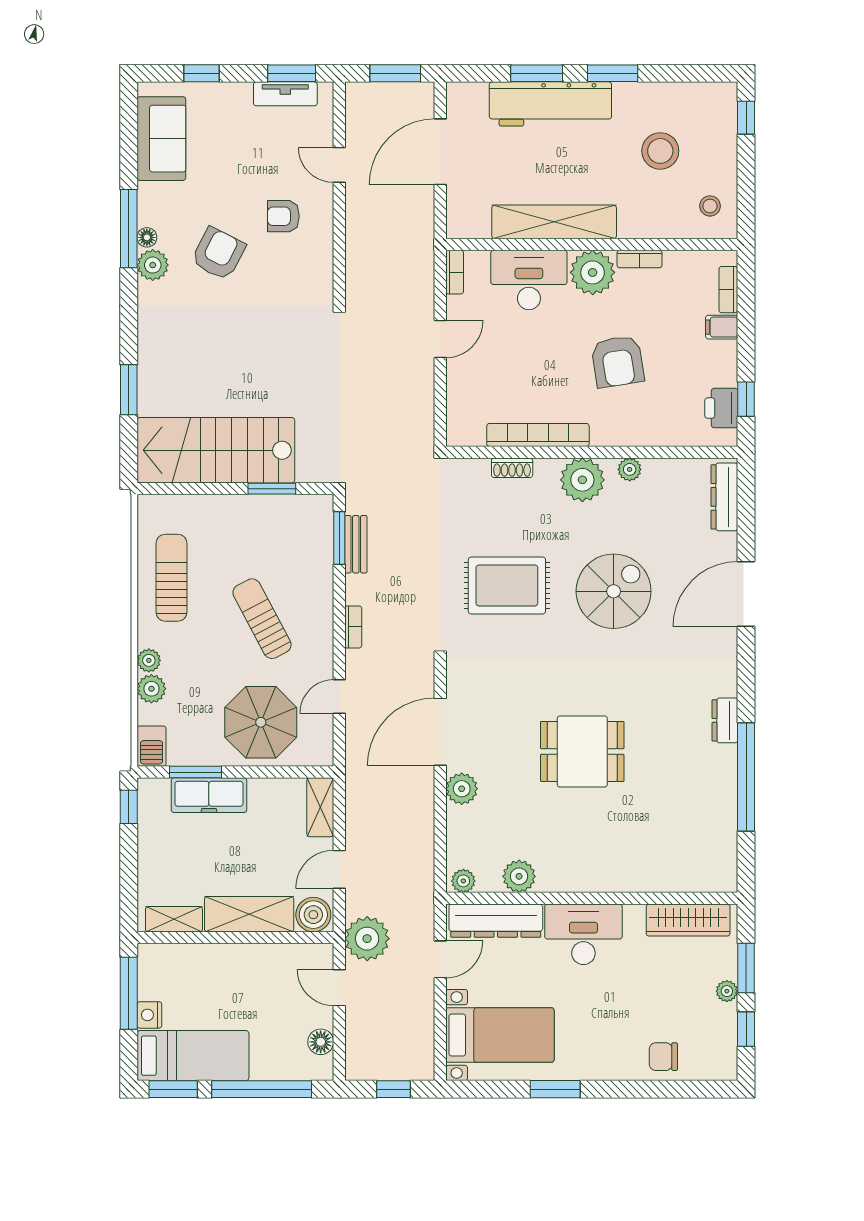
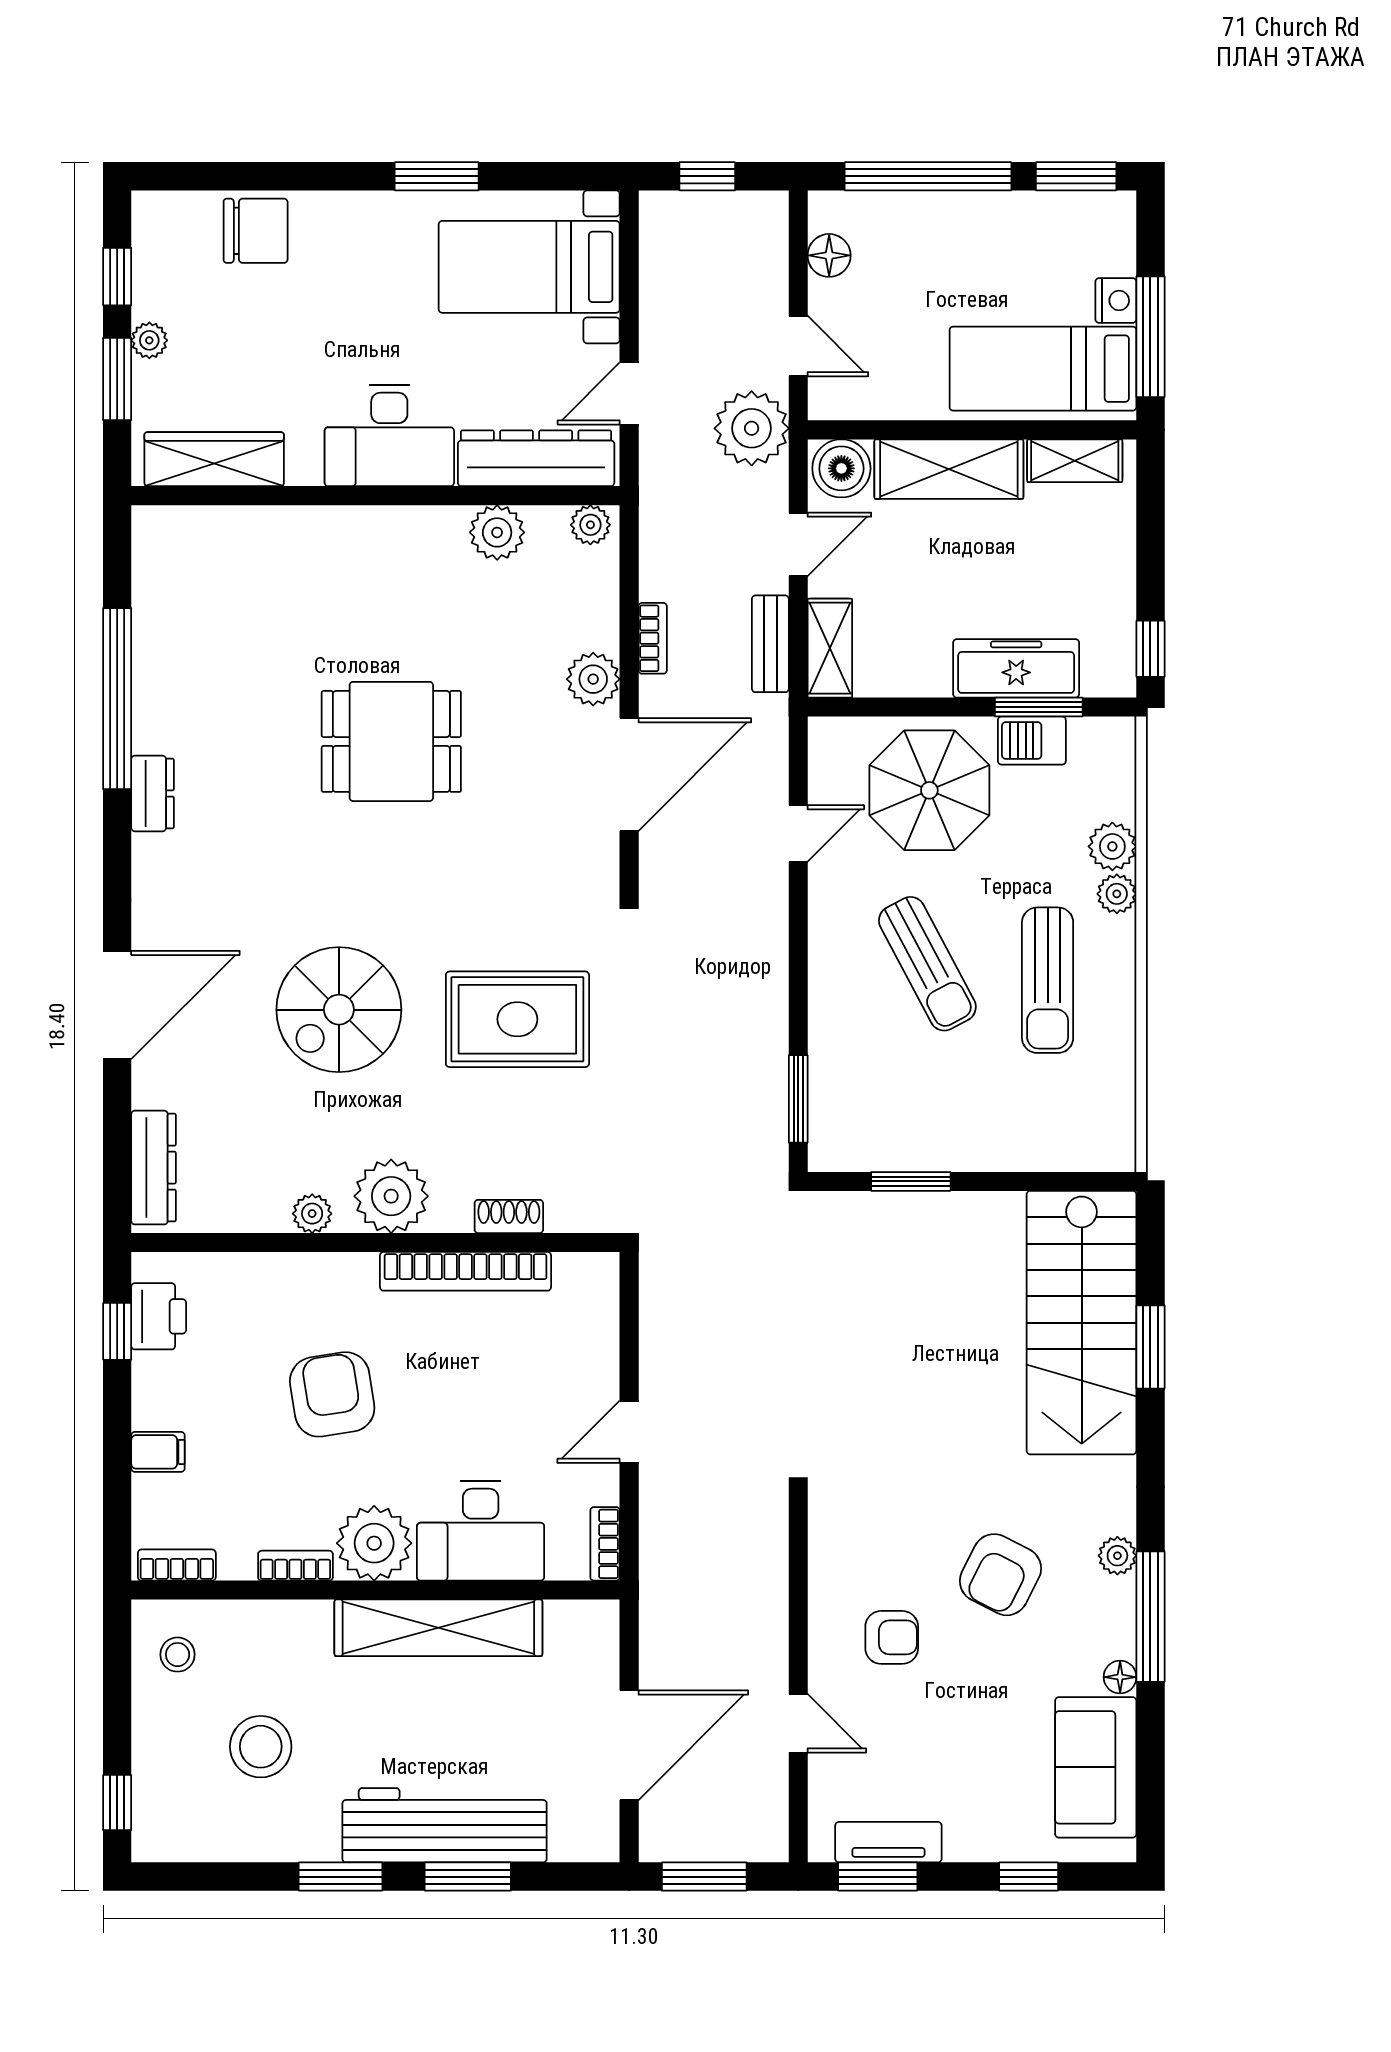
floor lamp: (147, 237) -> (1120, 1677), moved
plant: (153, 265) -> (1117, 1556), width x0.73, depth x0.73
bookcase: (728, 290) -> (177, 1565), moved, turned -90
stairs: (216, 450) -> (1082, 1323), moved, turned 90
bench: (356, 544) -> (770, 644), moved
sun lounger: (172, 578) -> (1048, 980), moved
bookcase: (353, 627) -> (653, 638), moved, turned 180
barbecue: (152, 746) -> (1032, 741), moved, turned -90
bed: (193, 1056) -> (1043, 369), moved
chair: (663, 1057) -> (256, 231), width x1.37, depth x1.37

